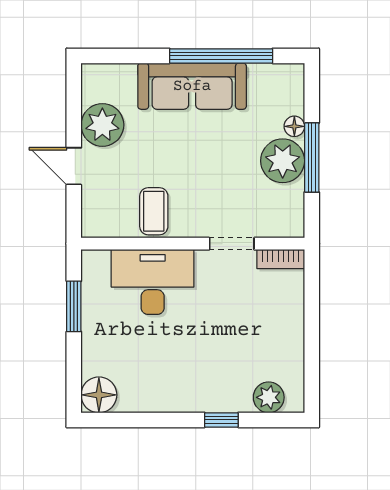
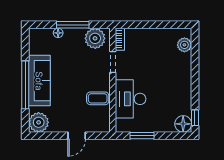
window: (221, 56) -> (25, 85), moved
plant: (102, 125) -> (39, 122), moved
plant: (283, 161) -> (95, 38), moved
window: (221, 420) -> (195, 118), moved

